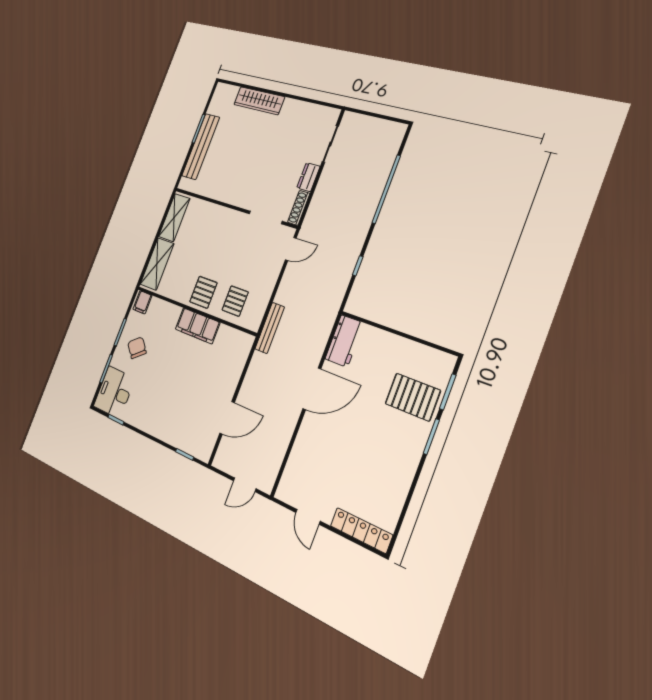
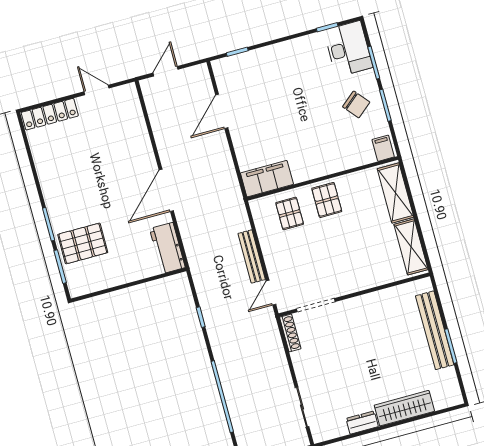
dresser: (308, 177) -> (362, 423), moved, turned -90
filing cabinet: (198, 326) -> (267, 179), moved
bench: (270, 328) -> (252, 256), moved

